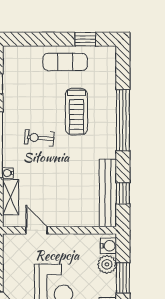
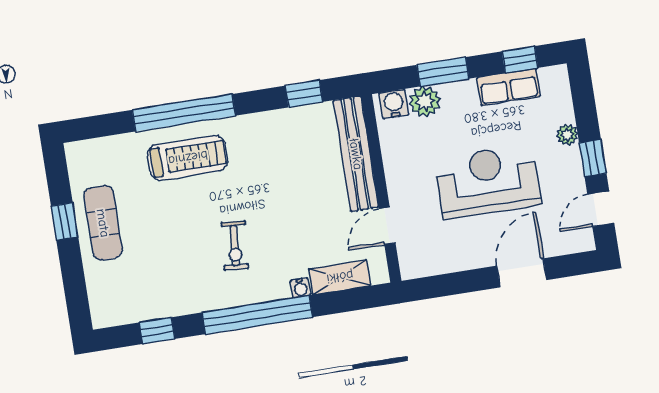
window: (85, 39) -> (65, 222), moved
treadmill: (76, 112) -> (188, 158), moved
bench: (108, 193) -> (356, 154), moved, turned 90

